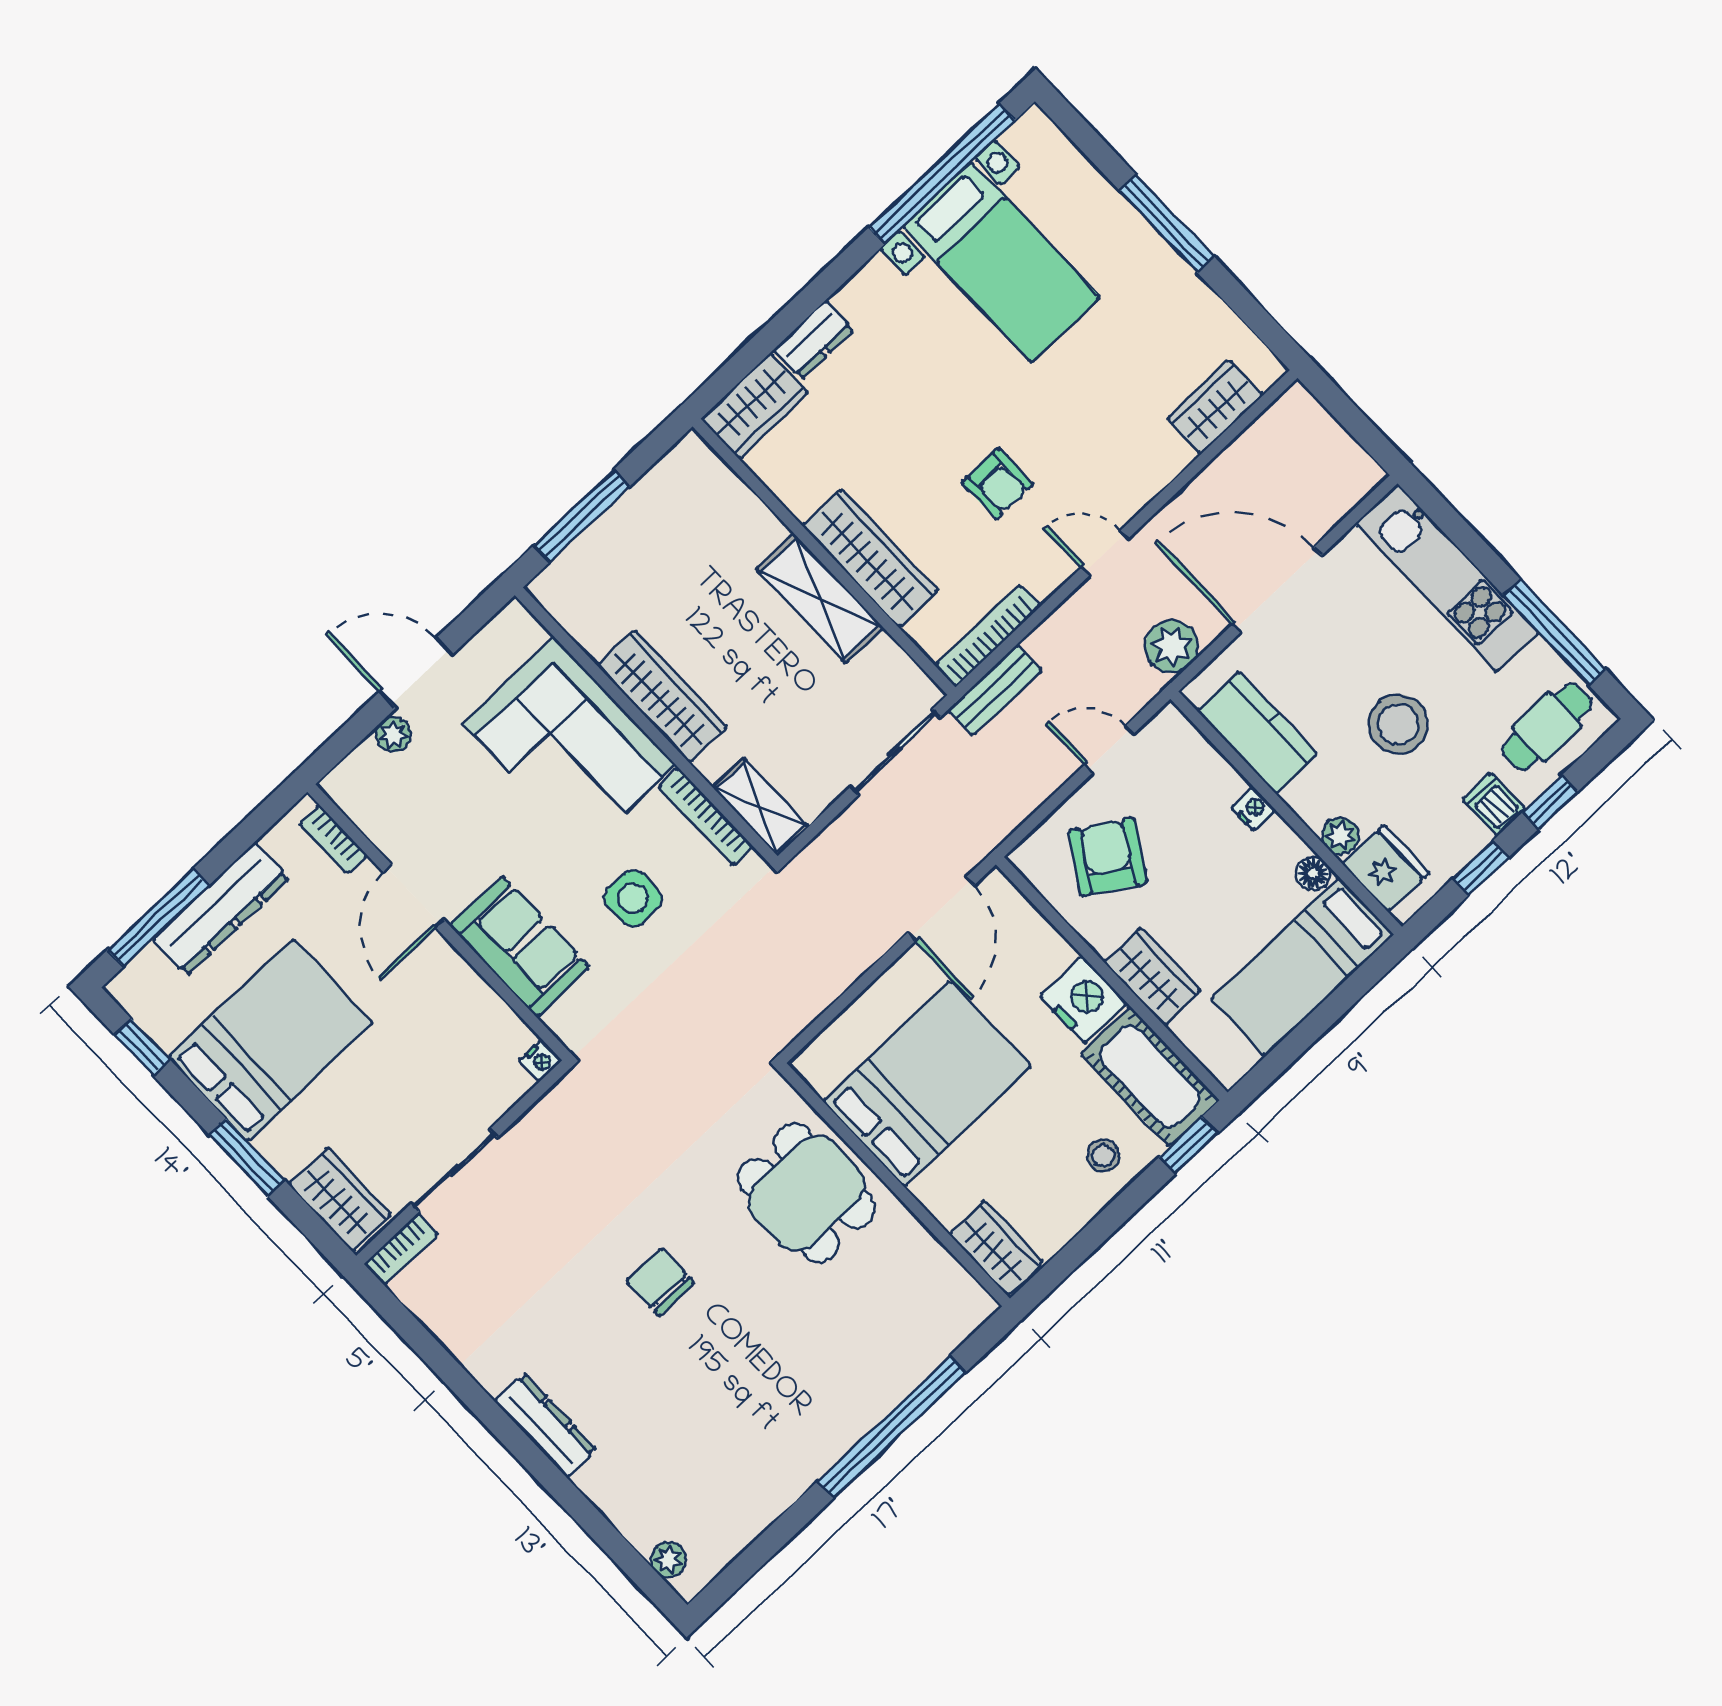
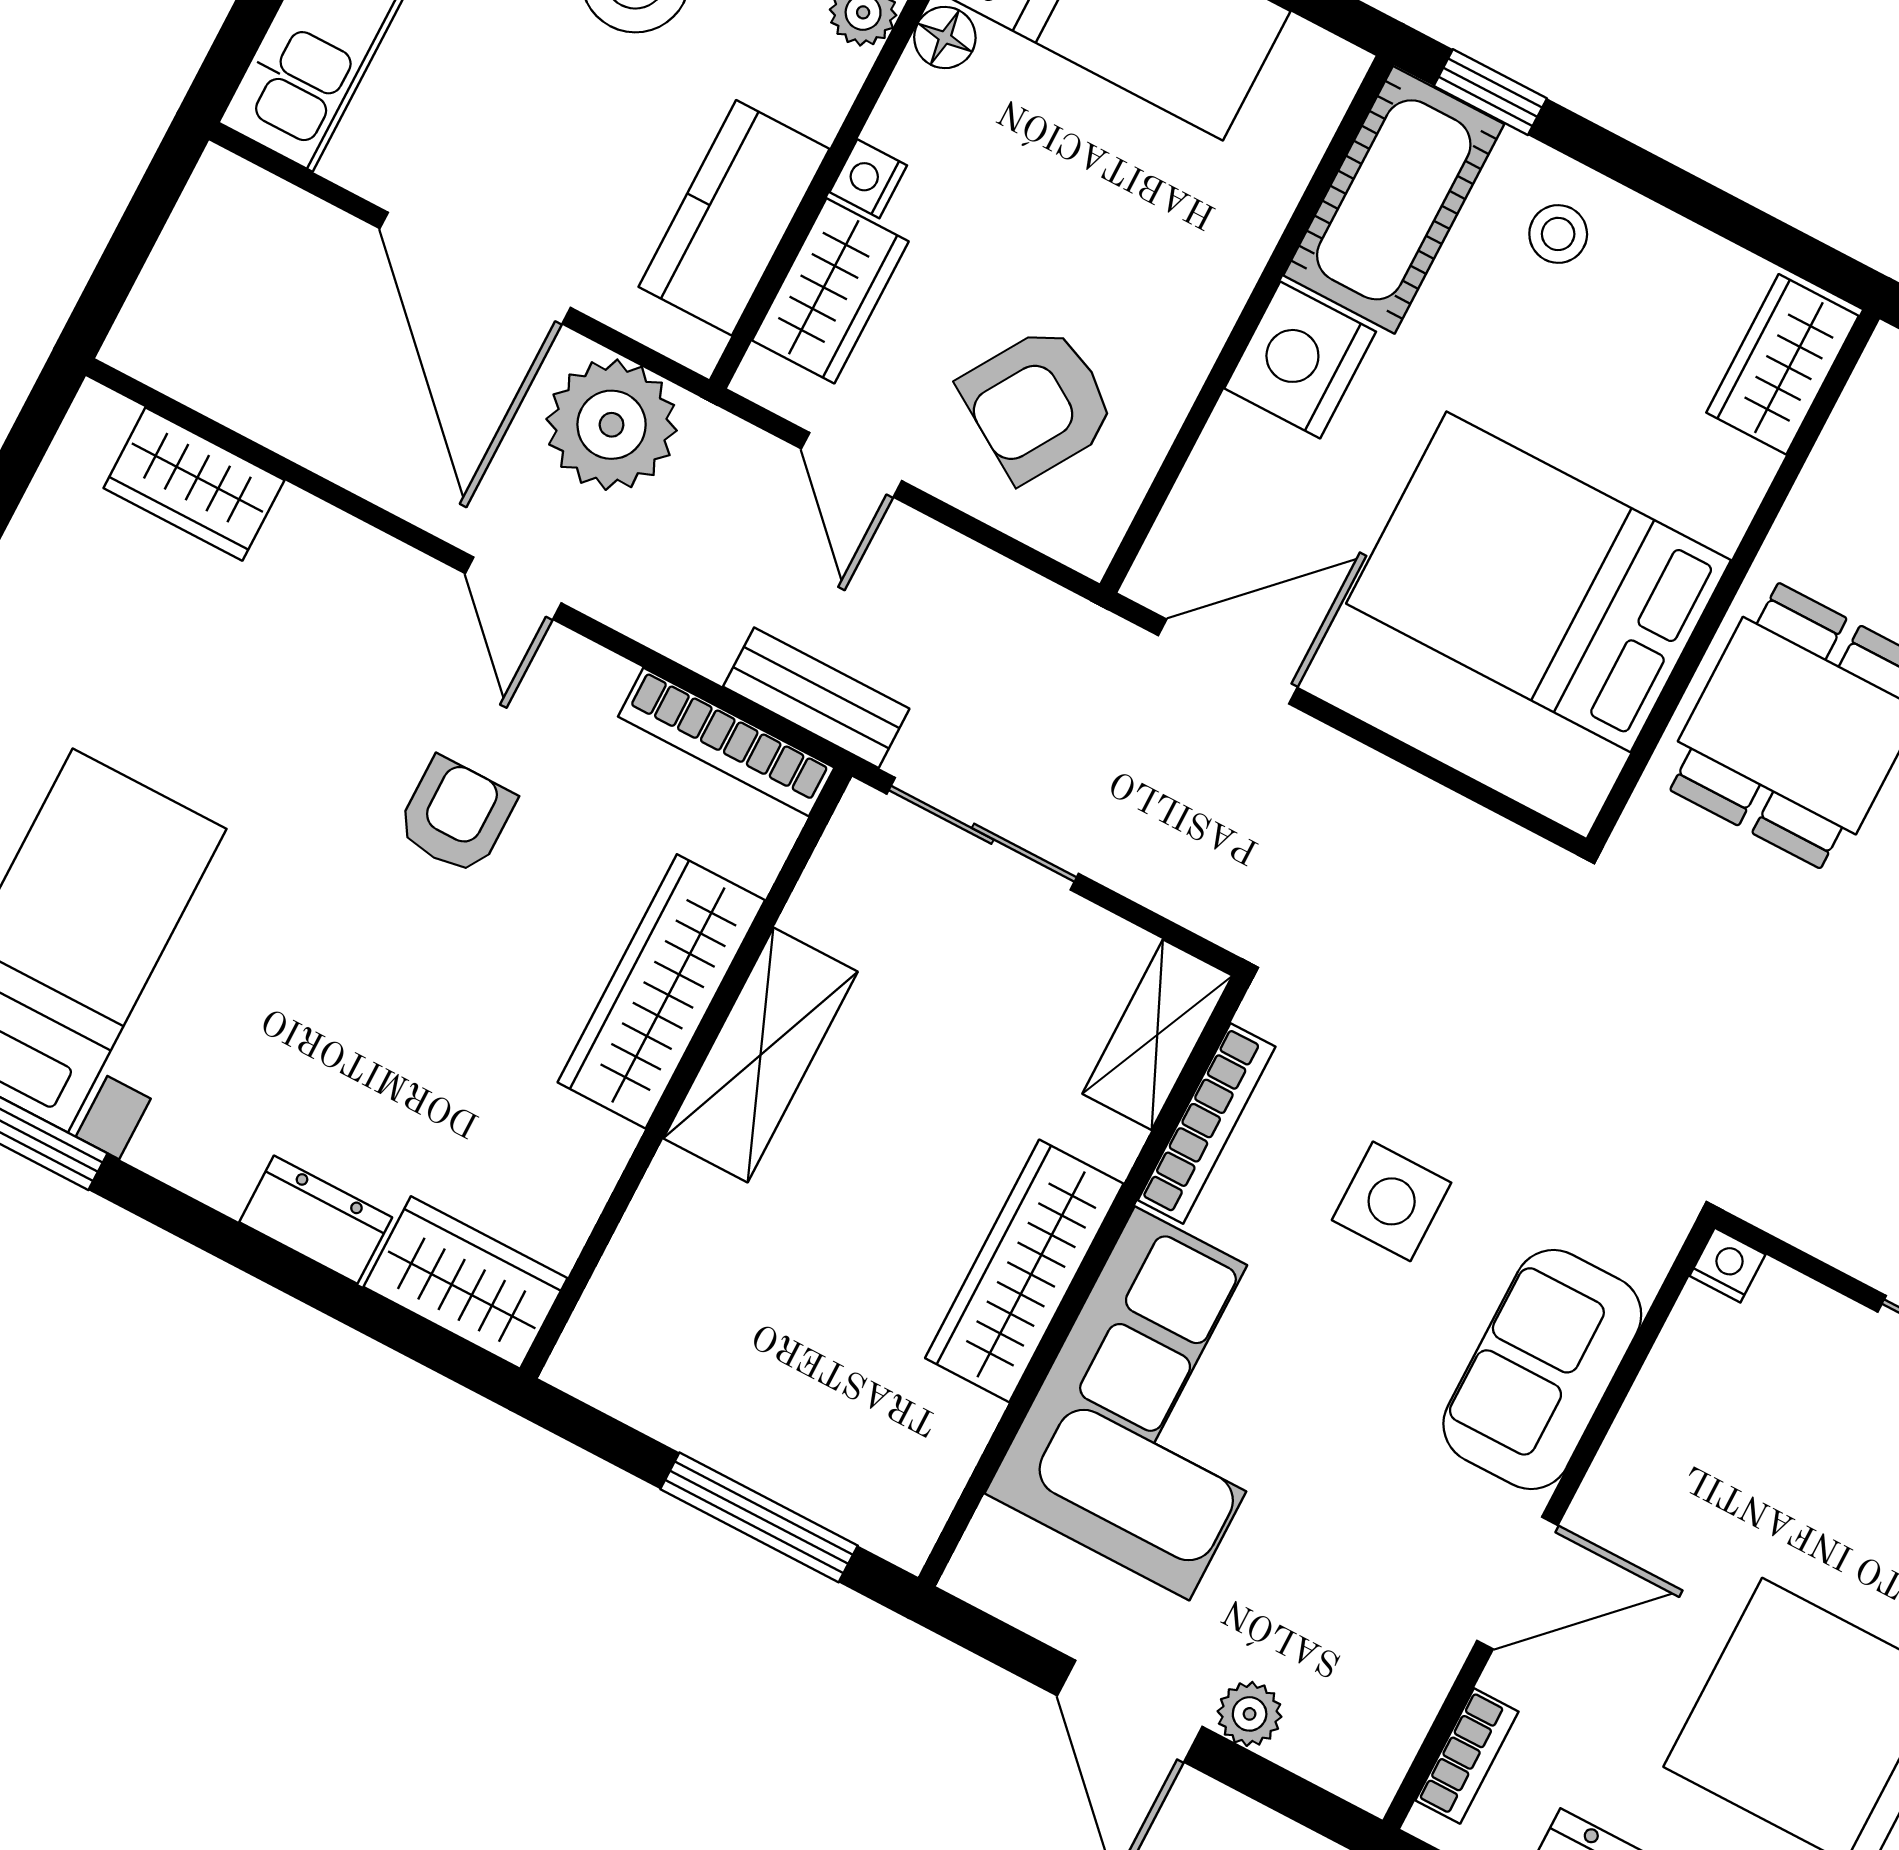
plant: (1172, 646) -> (612, 425), width x1.36, depth x1.36
wardrobe: (1152, 977) -> (830, 291), moved, turned 180

